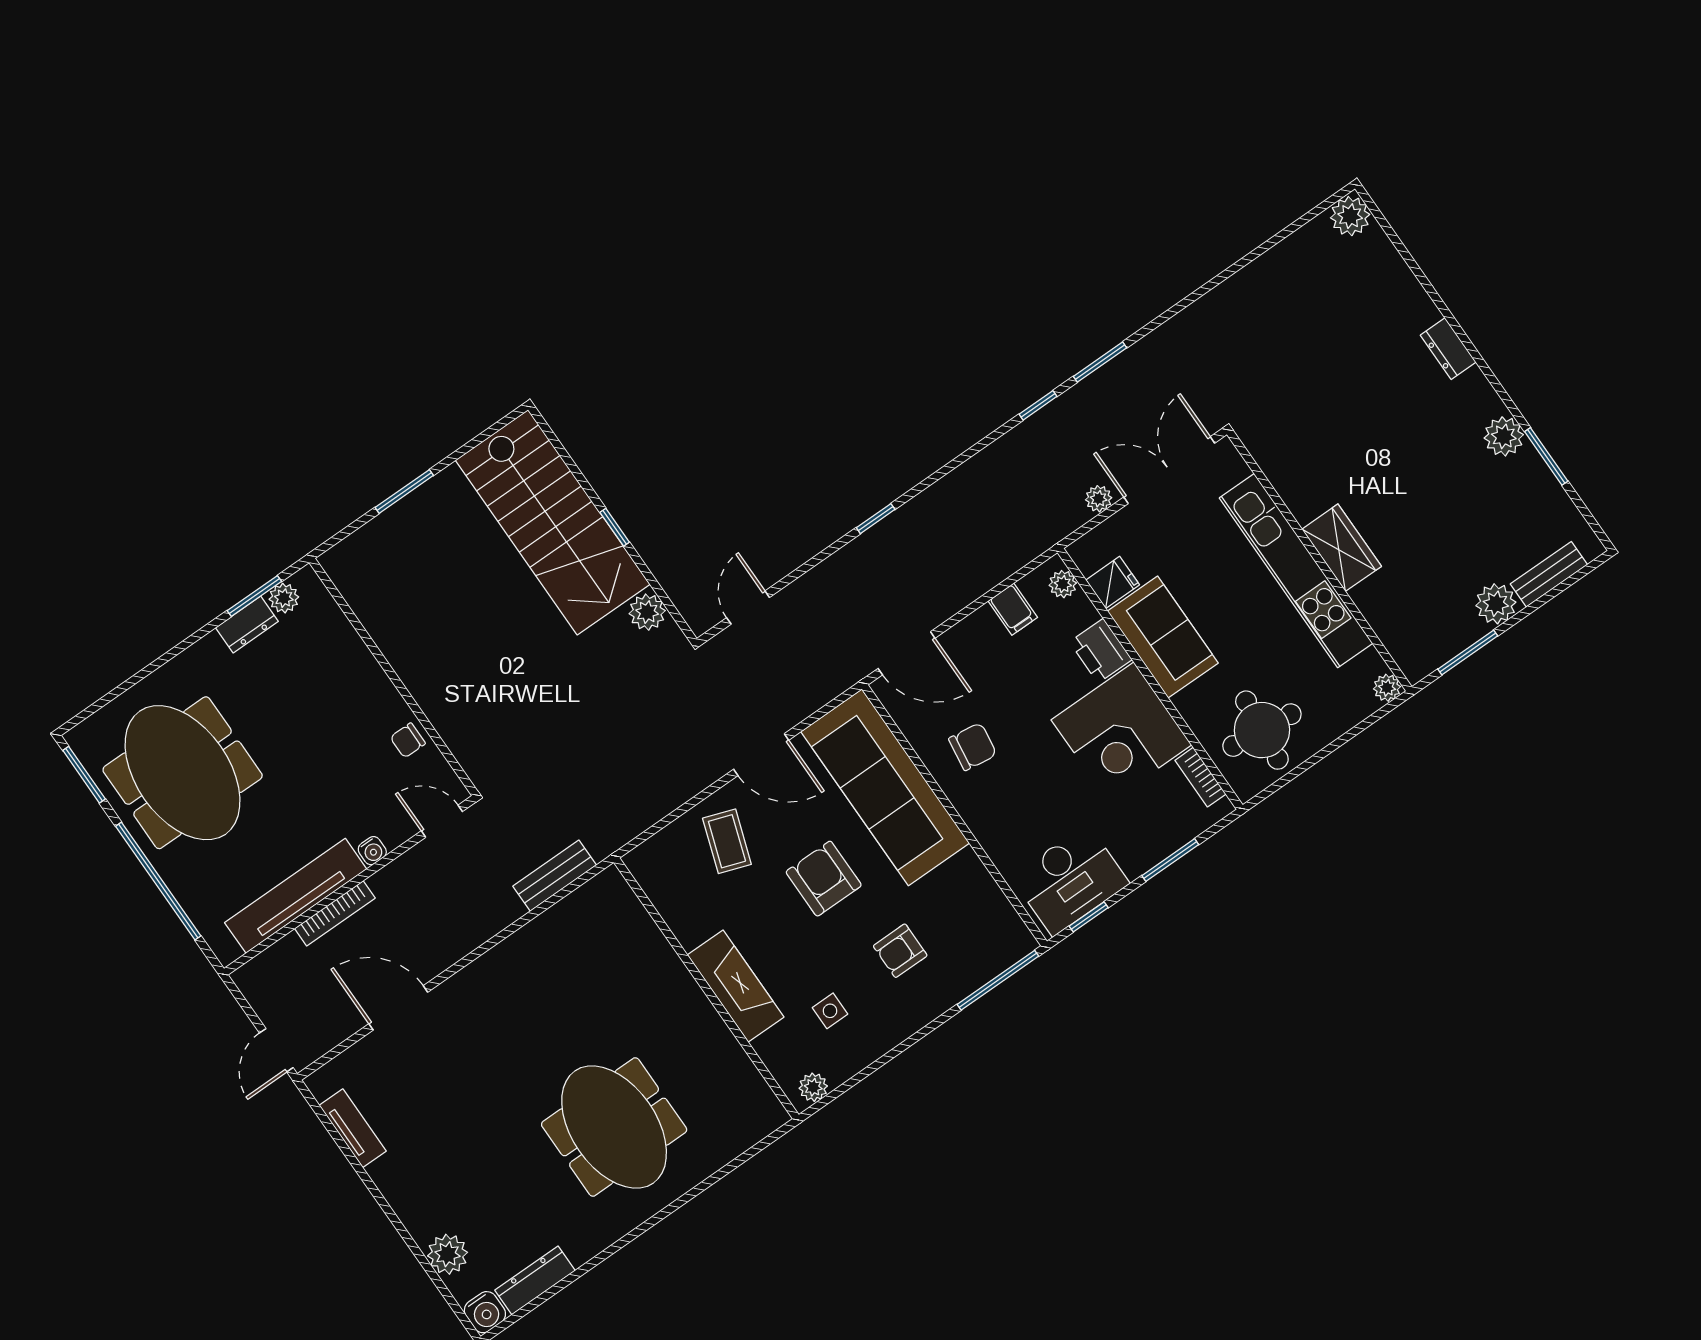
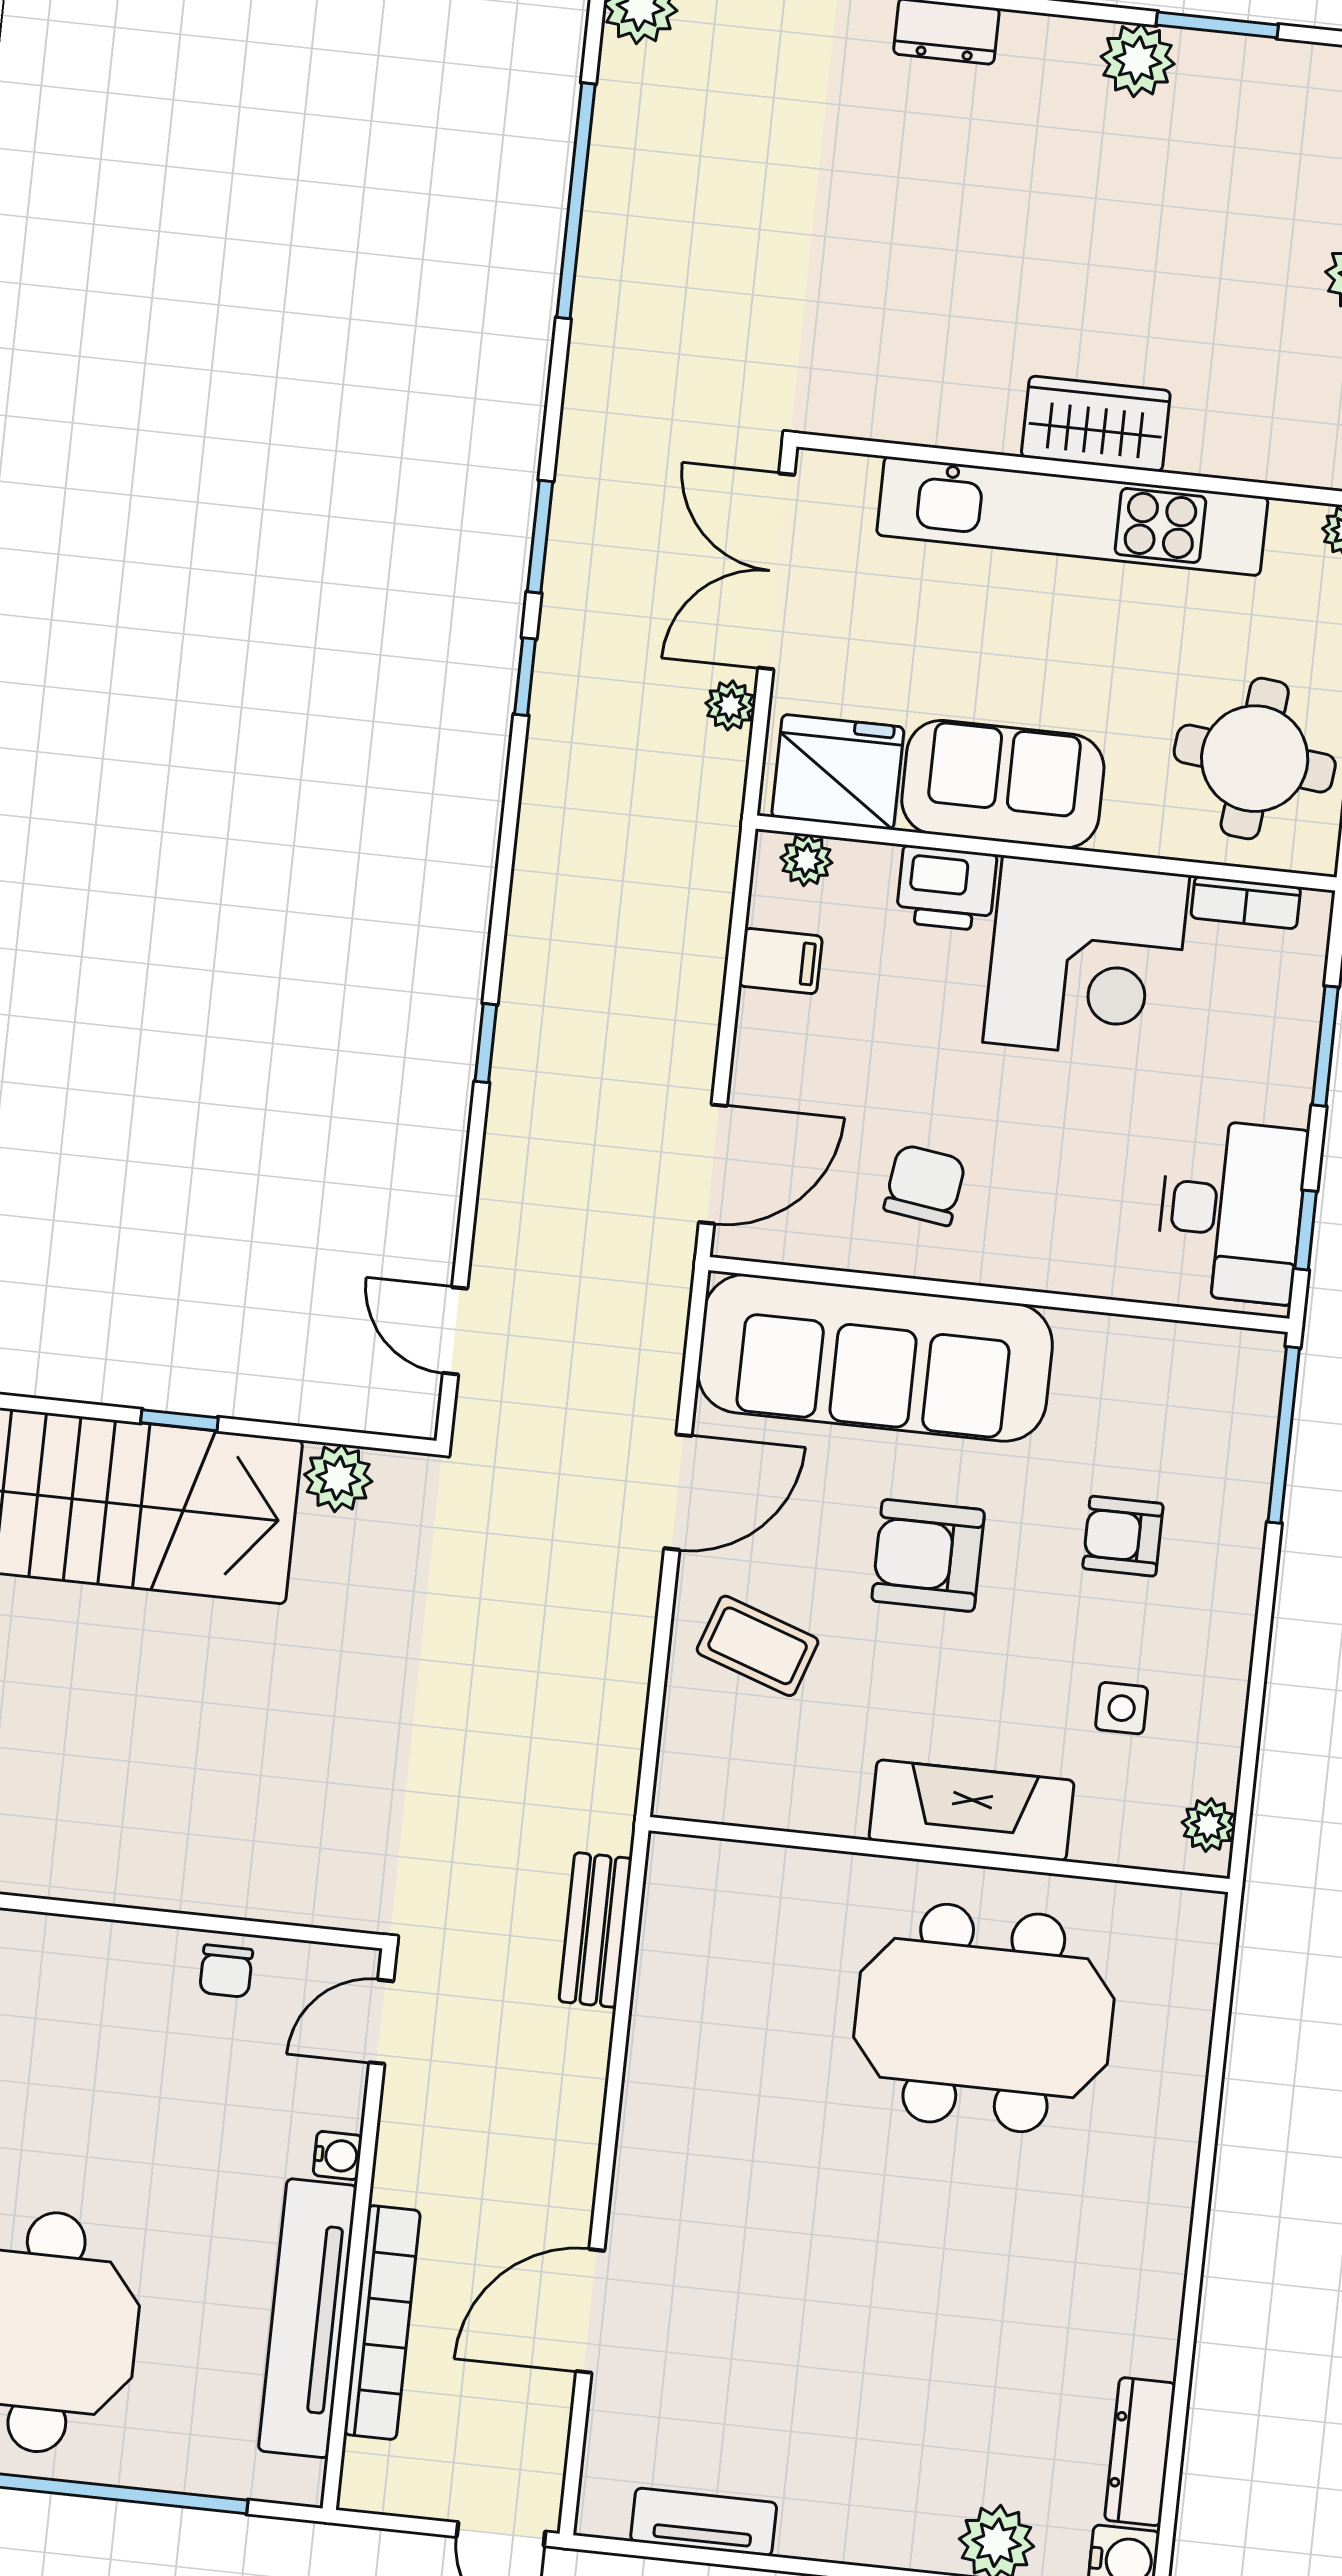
window: (1249, 258) -> (576, 201), added
fridge: (1113, 582) -> (838, 772), width x1.88, depth x1.34
bookcase: (335, 913) -> (382, 2322), width x1.48, depth x1.31
armchair: (900, 951) -> (1123, 1536), turned 90
meeting table: (614, 1127) -> (984, 2018), moved

